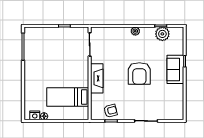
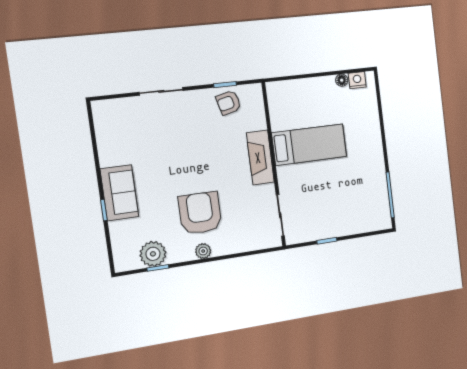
armchair: (139, 73) -> (200, 213), moved
bed: (68, 97) -> (309, 145), moved

